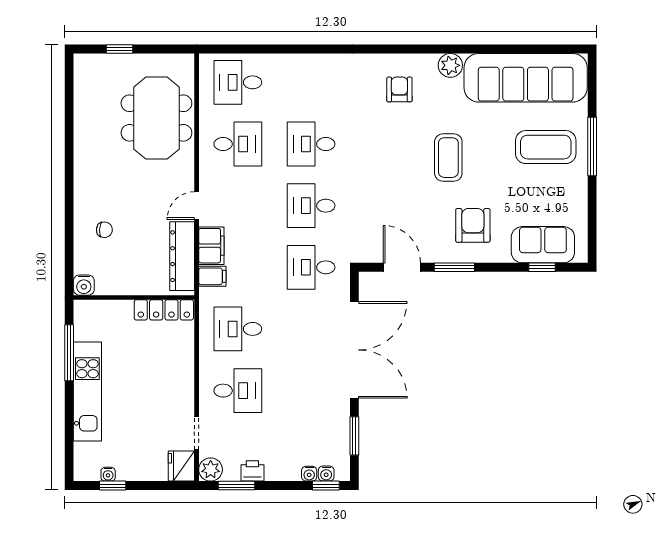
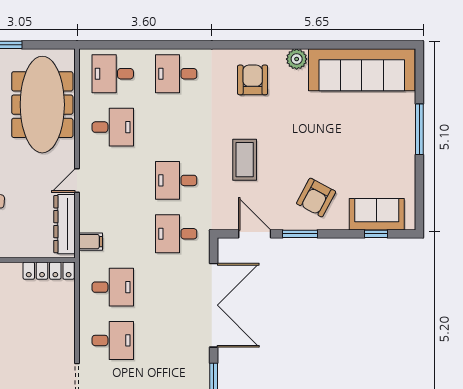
armchair: (399, 89) -> (253, 80), width x1.38, depth x1.38
meeting table: (156, 118) -> (42, 105), width x1.36
desk: (311, 144) -> (176, 74), moved
coffee table: (546, 147) -> (379, 130), removed
coffee table: (448, 158) -> (245, 160), moved
armchair: (473, 225) -> (316, 198), turned -152
filing cabinet: (211, 246) -> (90, 215), removed
desk: (238, 329) -> (113, 287), turned 180

